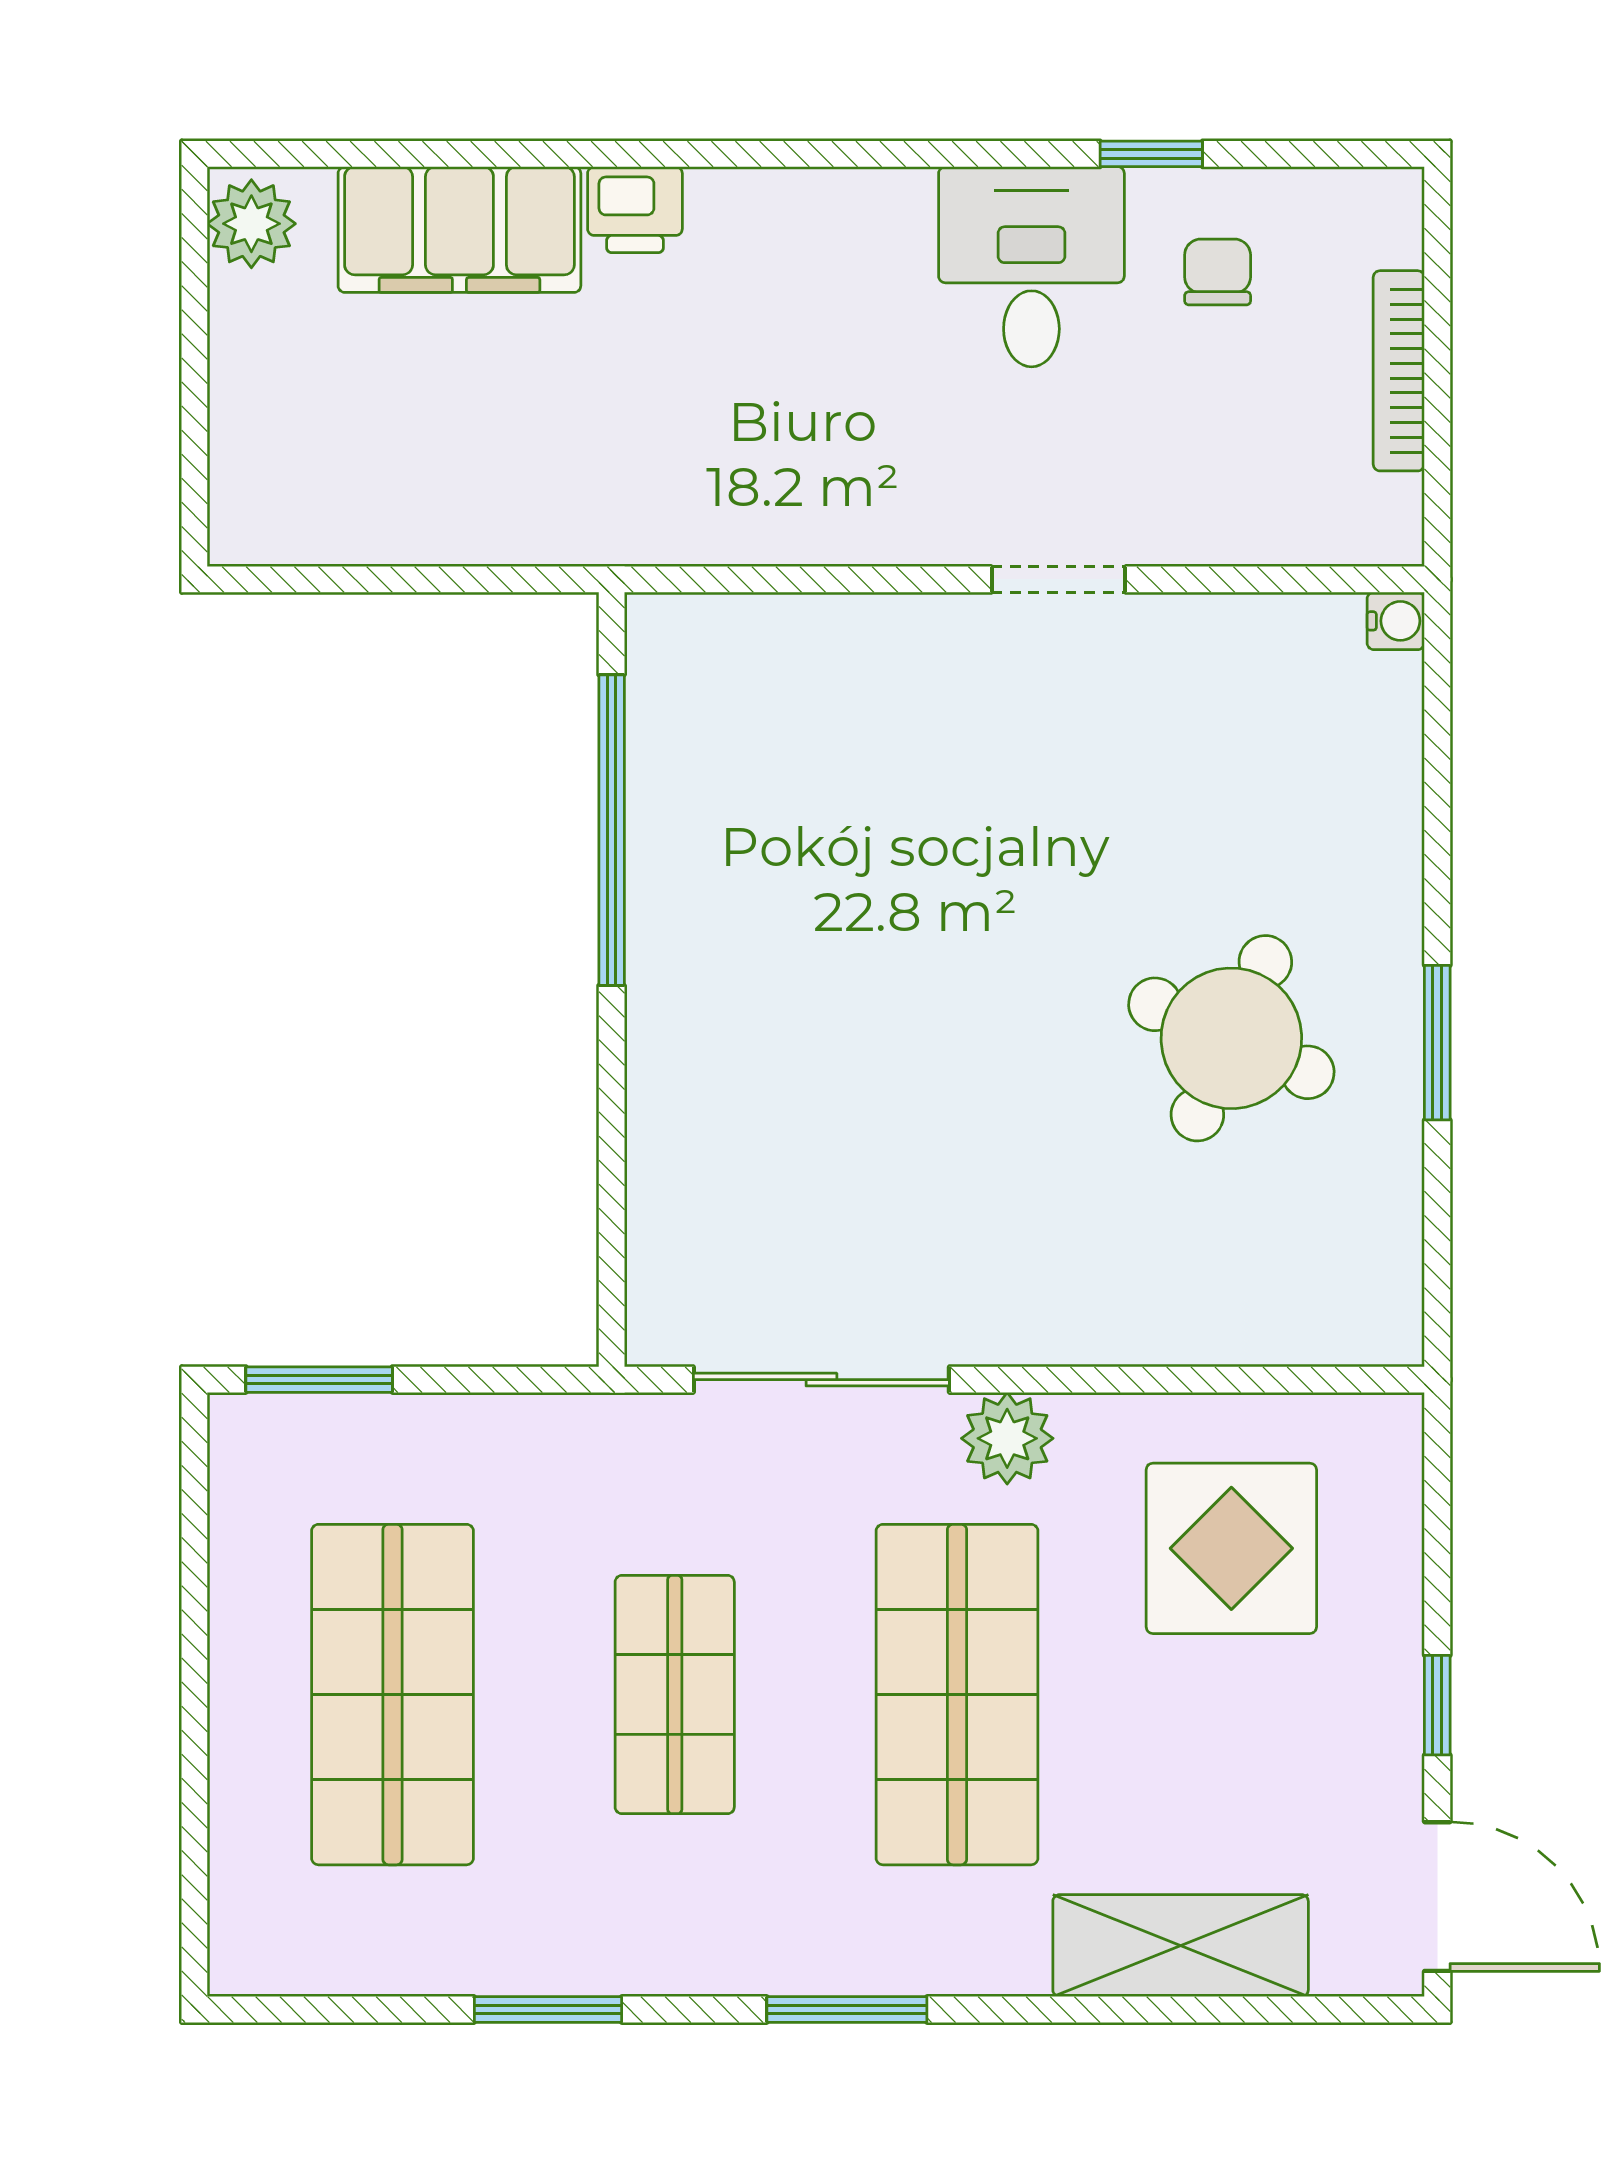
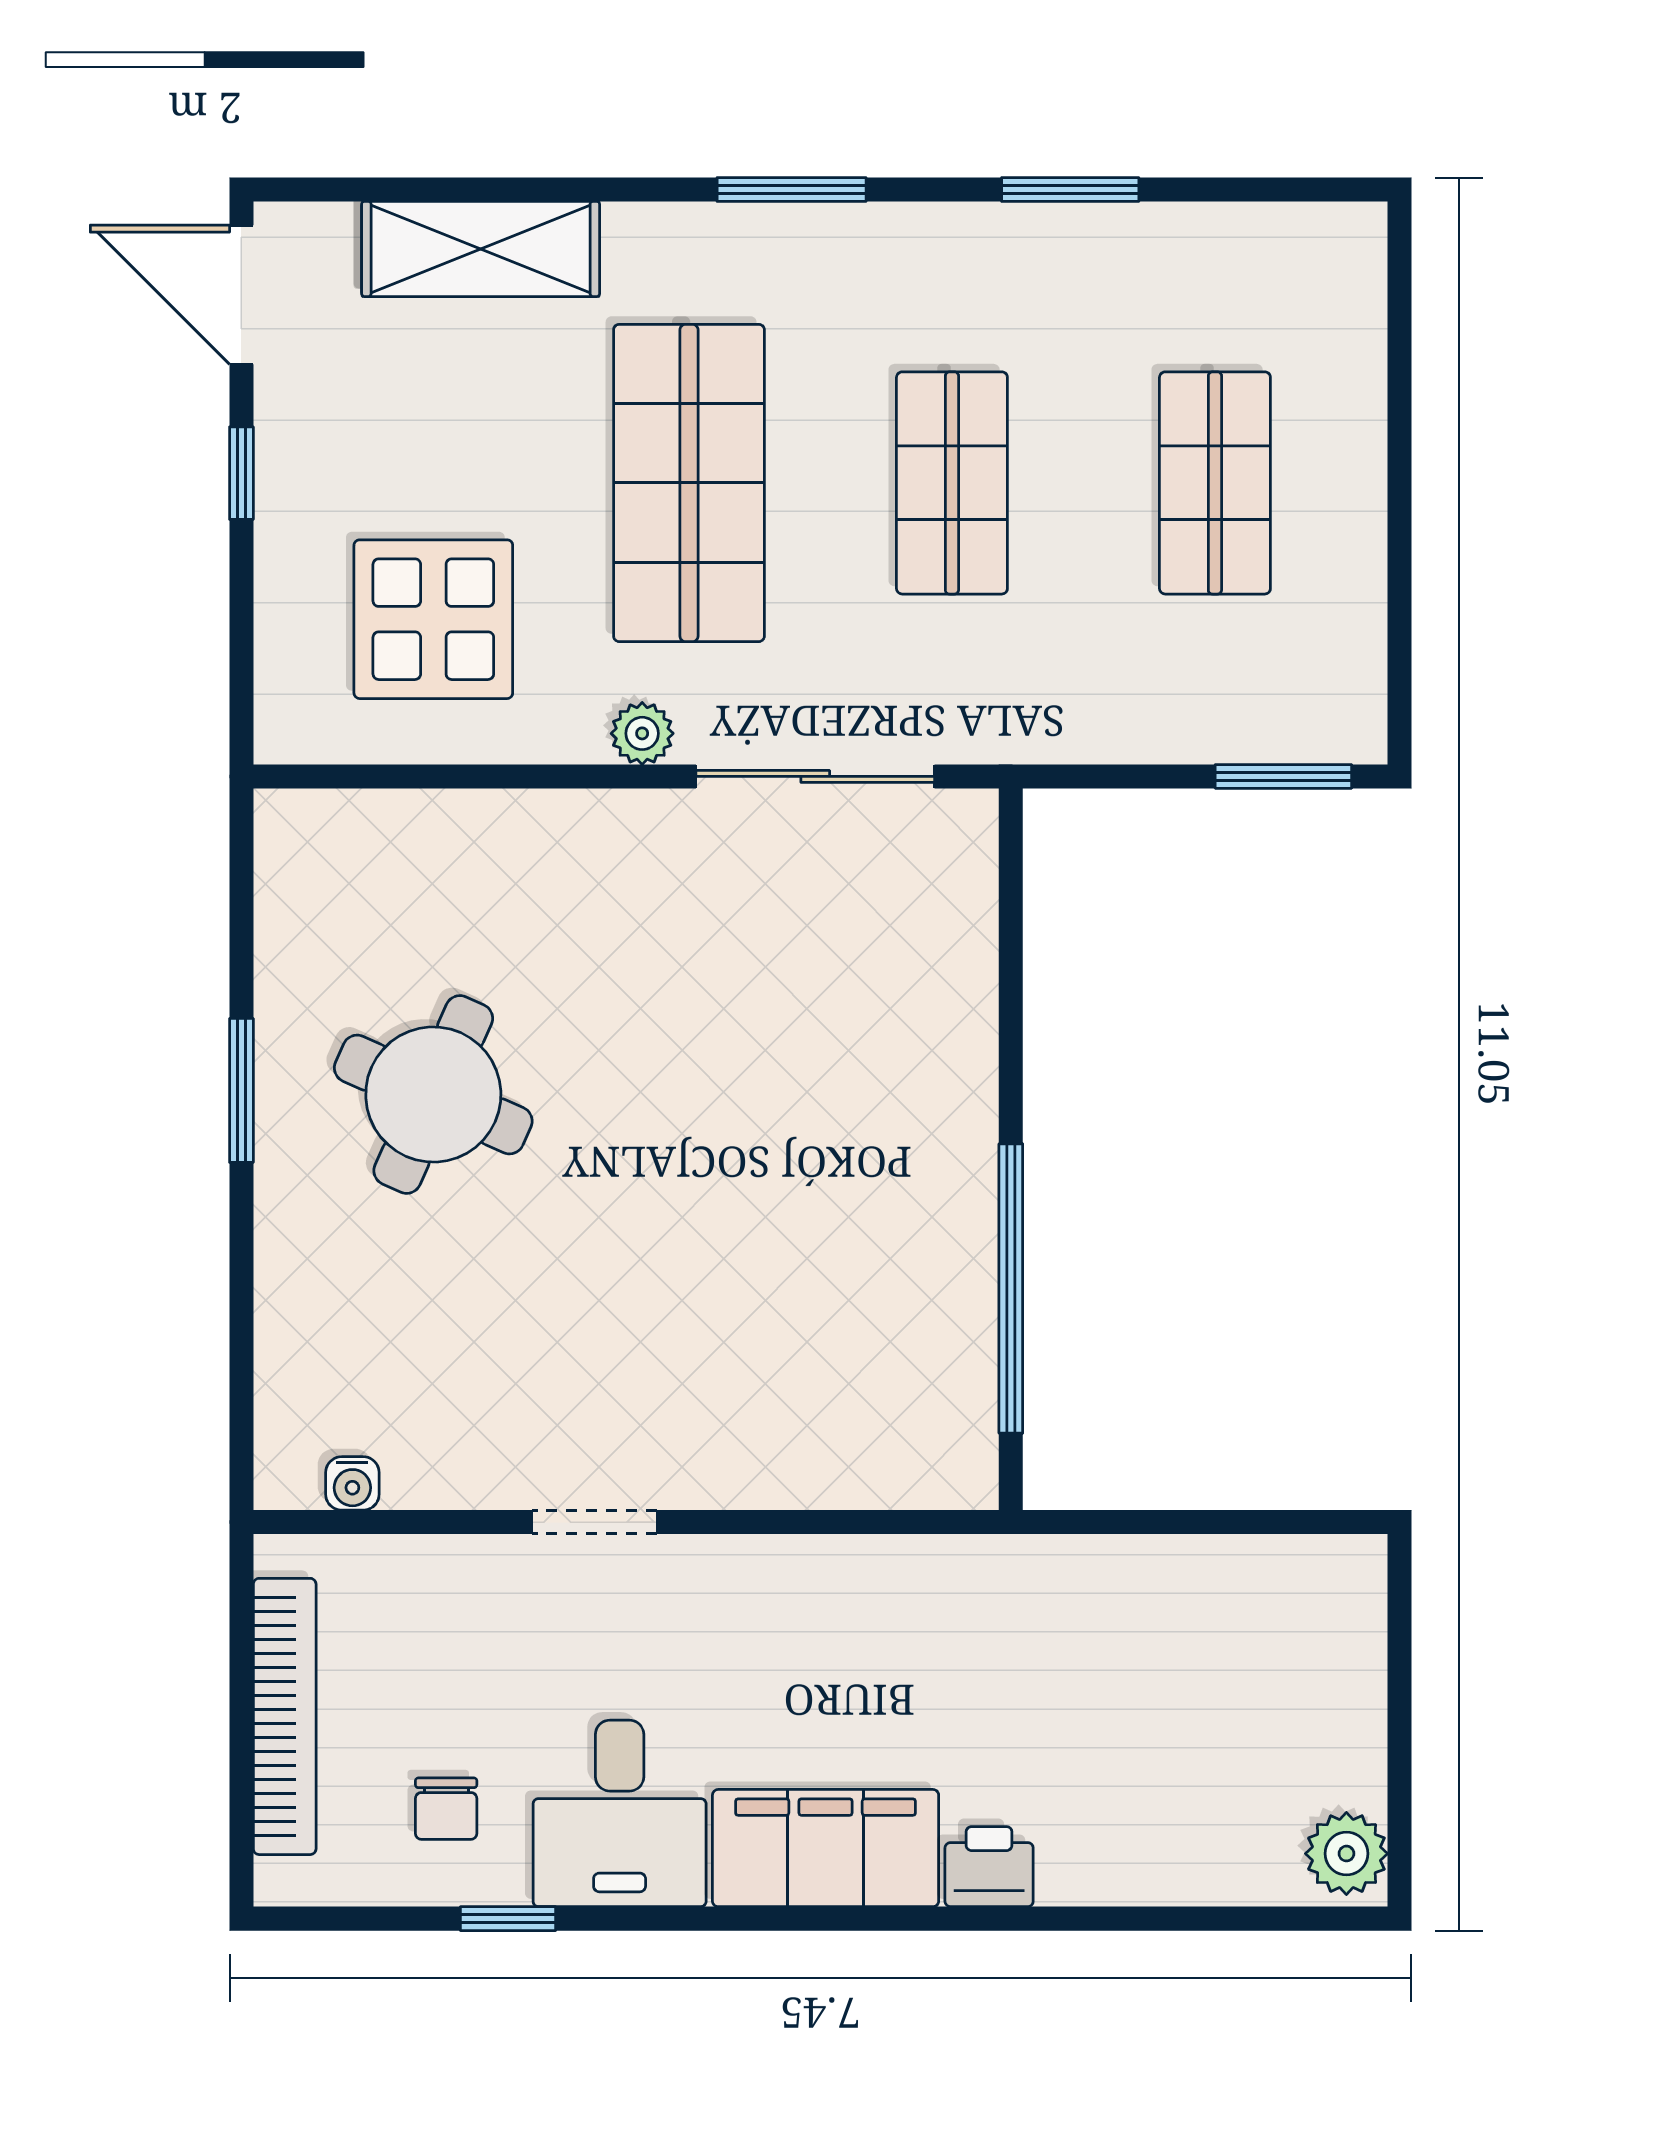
filing cabinet: (459, 230) -> (826, 1848), moved
bookcase: (1399, 371) -> (285, 1716), width x1.48, depth x1.31
water cooler: (1396, 621) -> (352, 1483), moved, turned -90
plant: (1007, 1438) -> (642, 733), width x0.73, depth x0.73
shop shelf: (393, 1695) -> (1215, 483), width x0.70, depth x0.74

